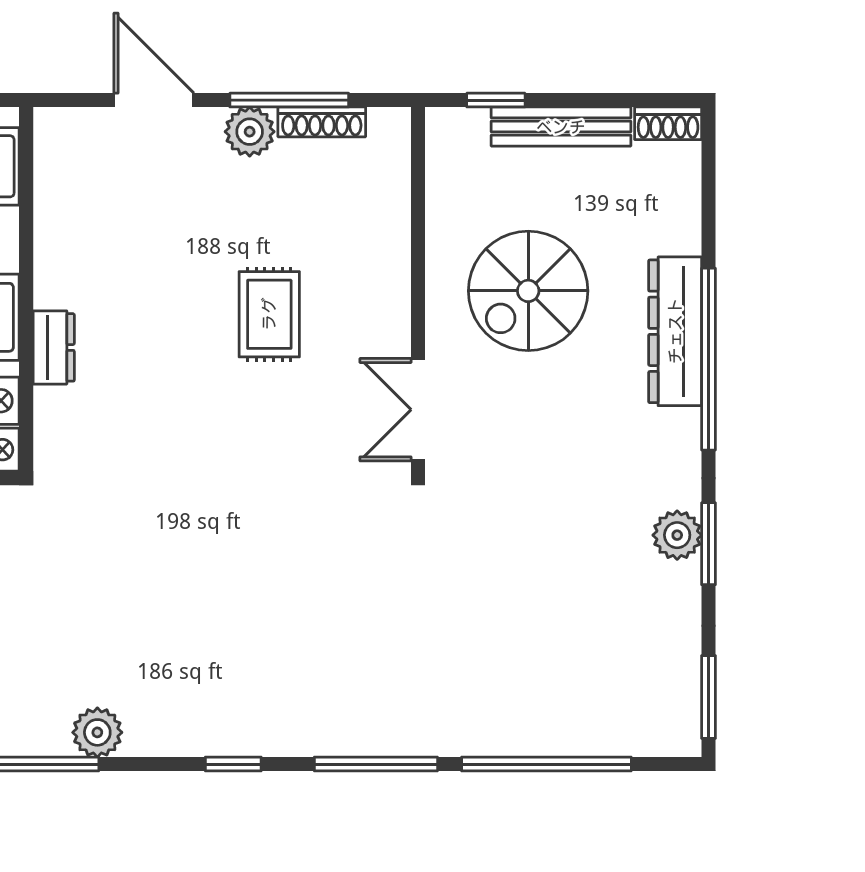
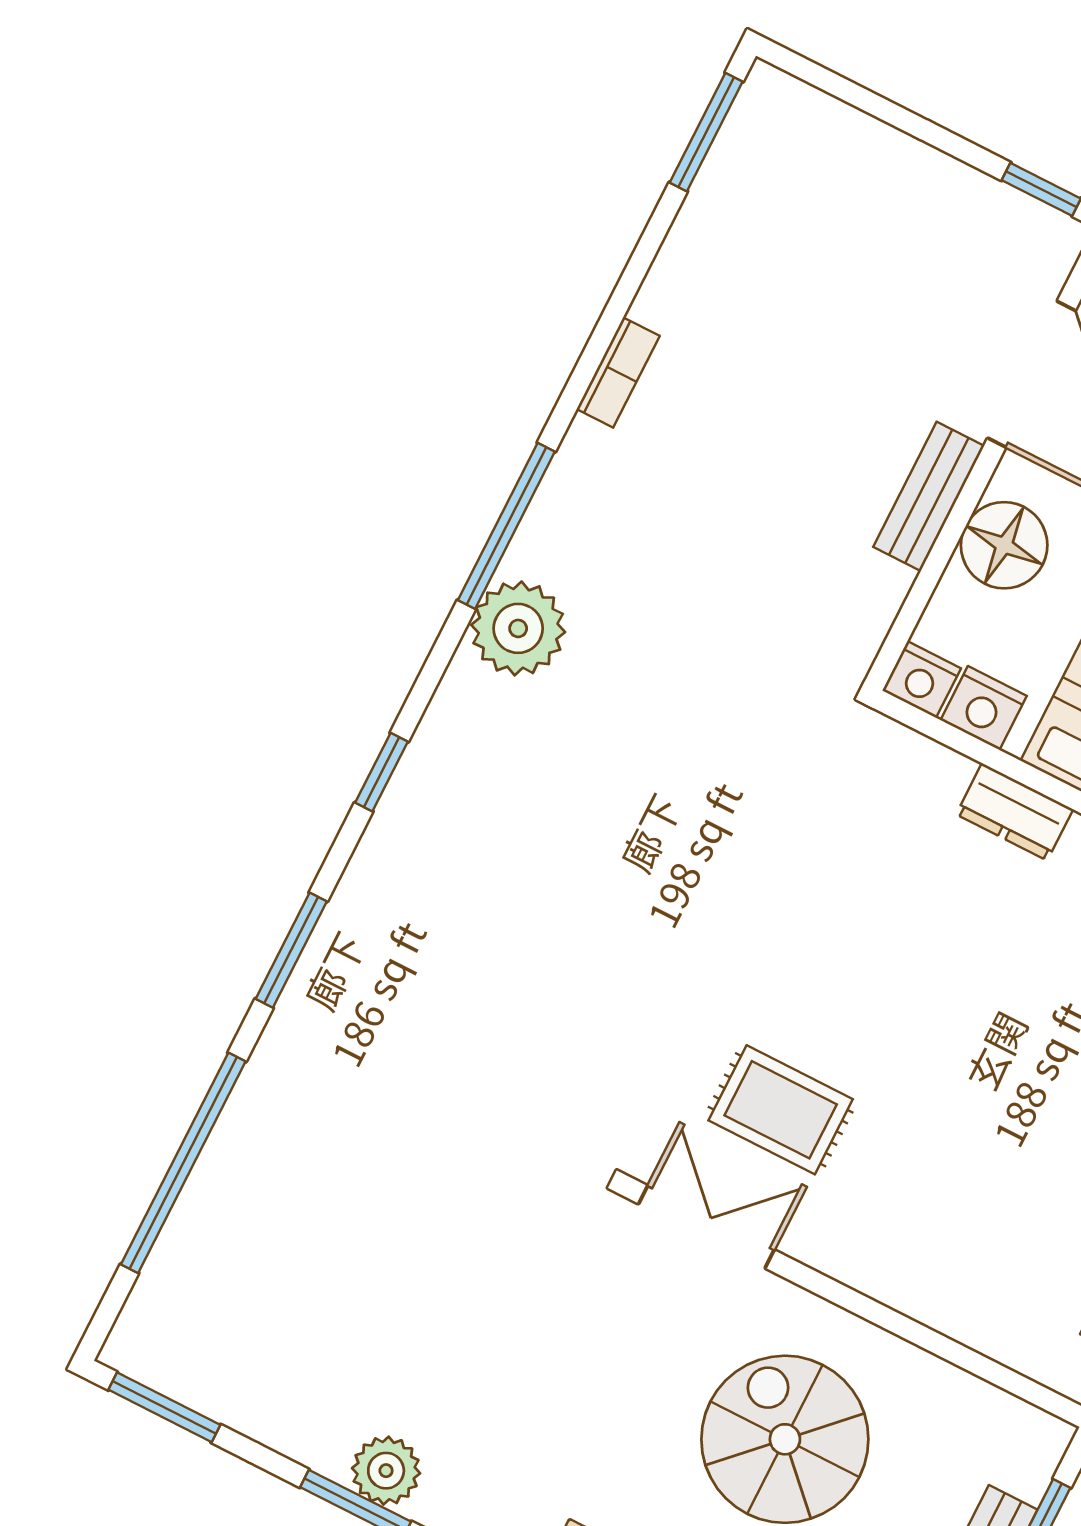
rug: (269, 314) -> (781, 1110), moved
plant: (97, 732) -> (518, 628), width x1.36, depth x1.36
window: (376, 764) -> (291, 950), width x0.69

